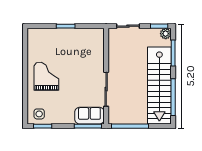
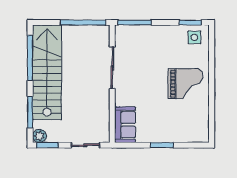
grand piano: (46, 76) -> (185, 84), turned -90
sofa: (89, 116) -> (125, 125), moved, turned -90

